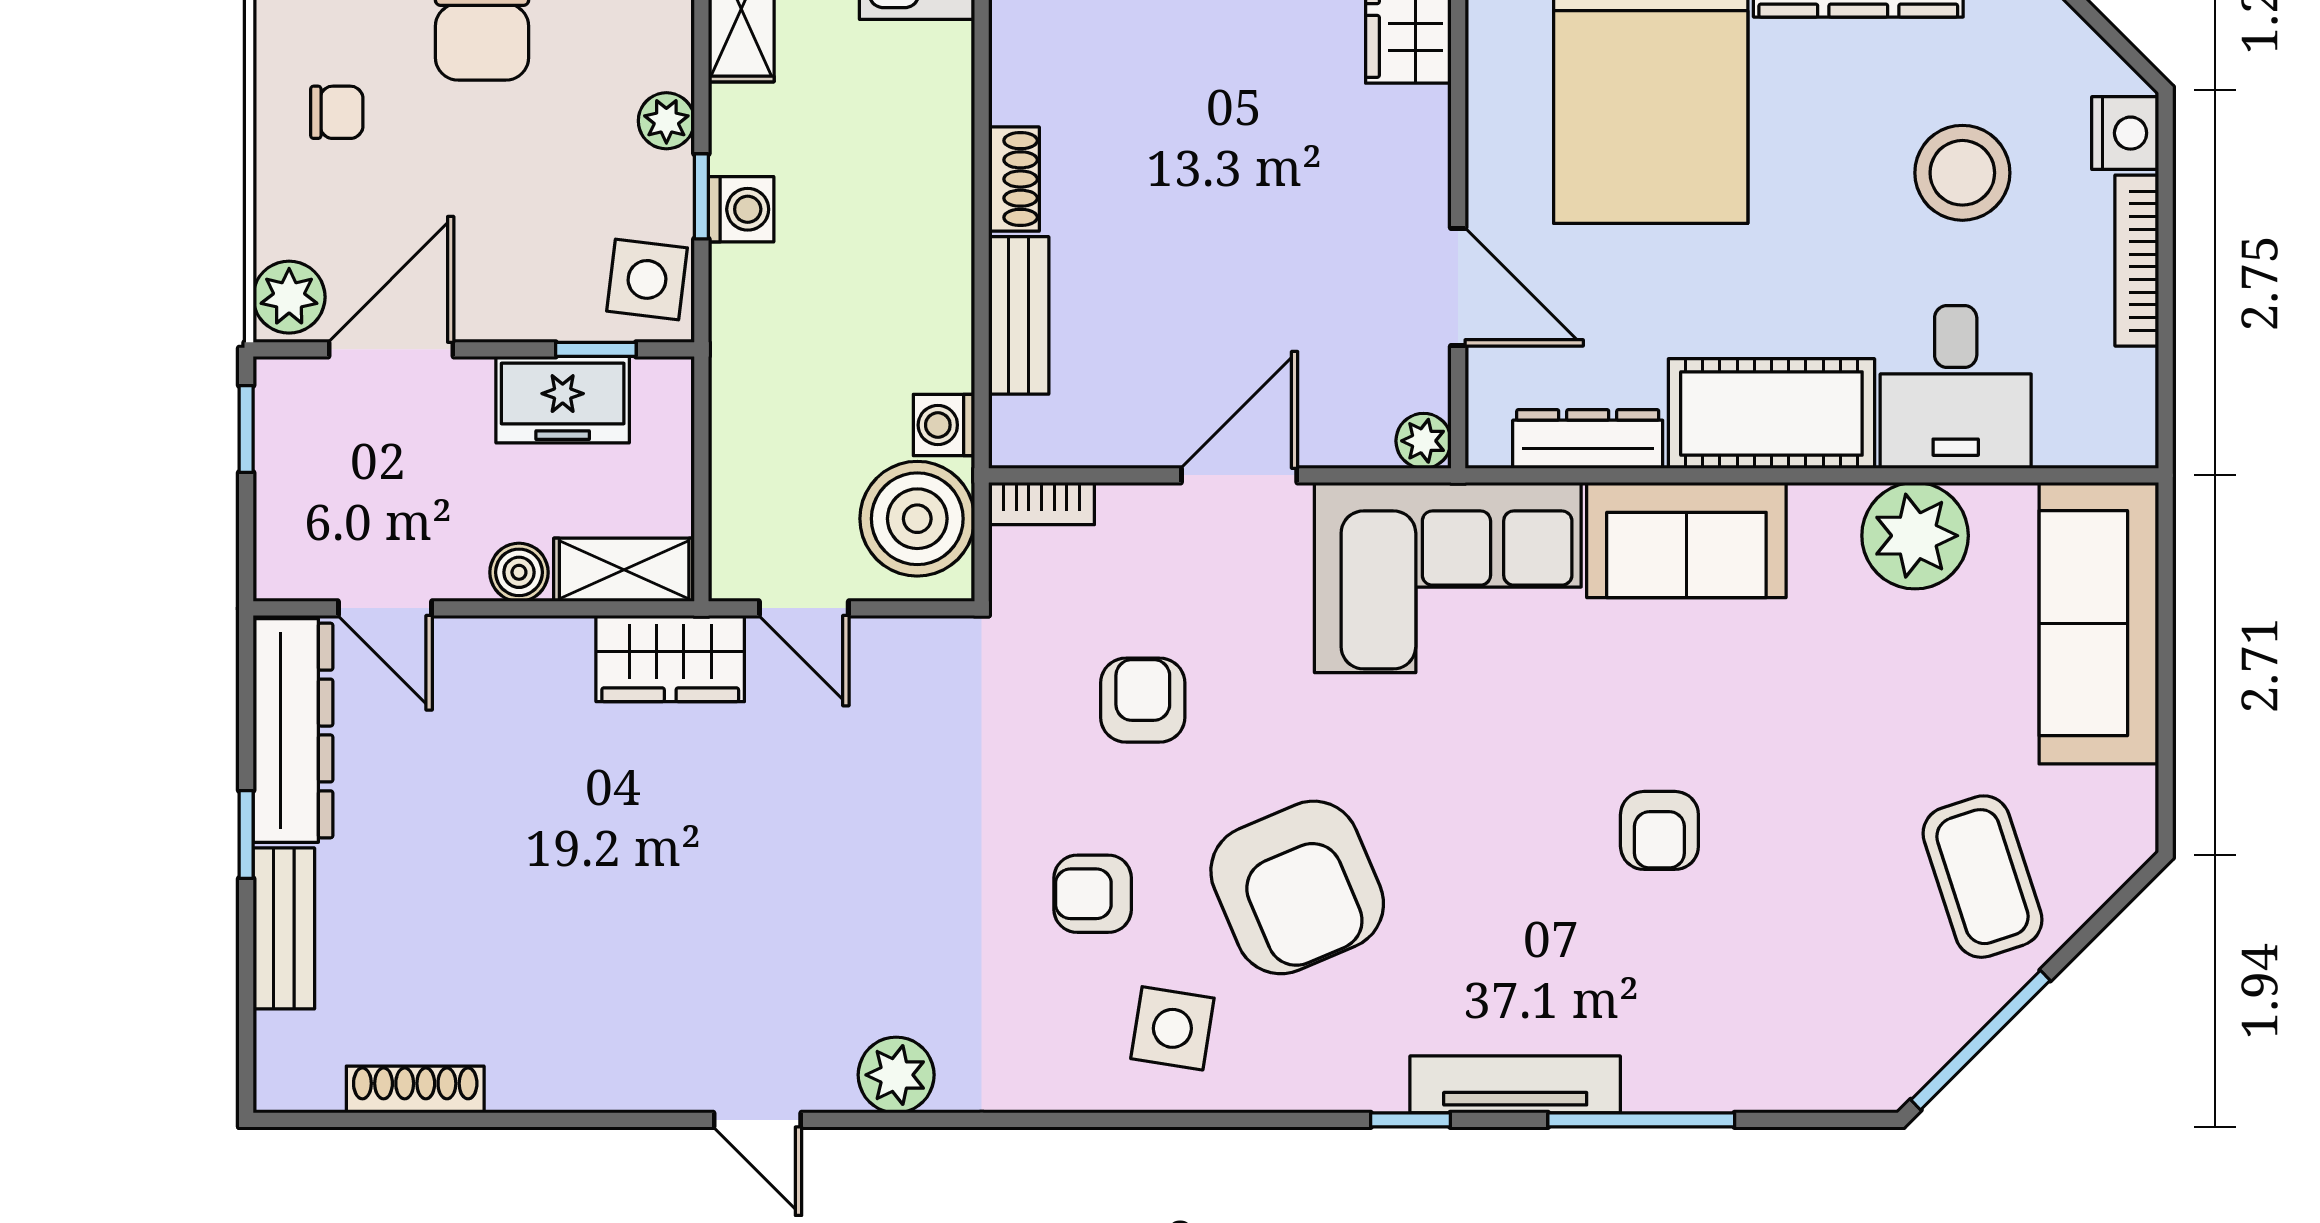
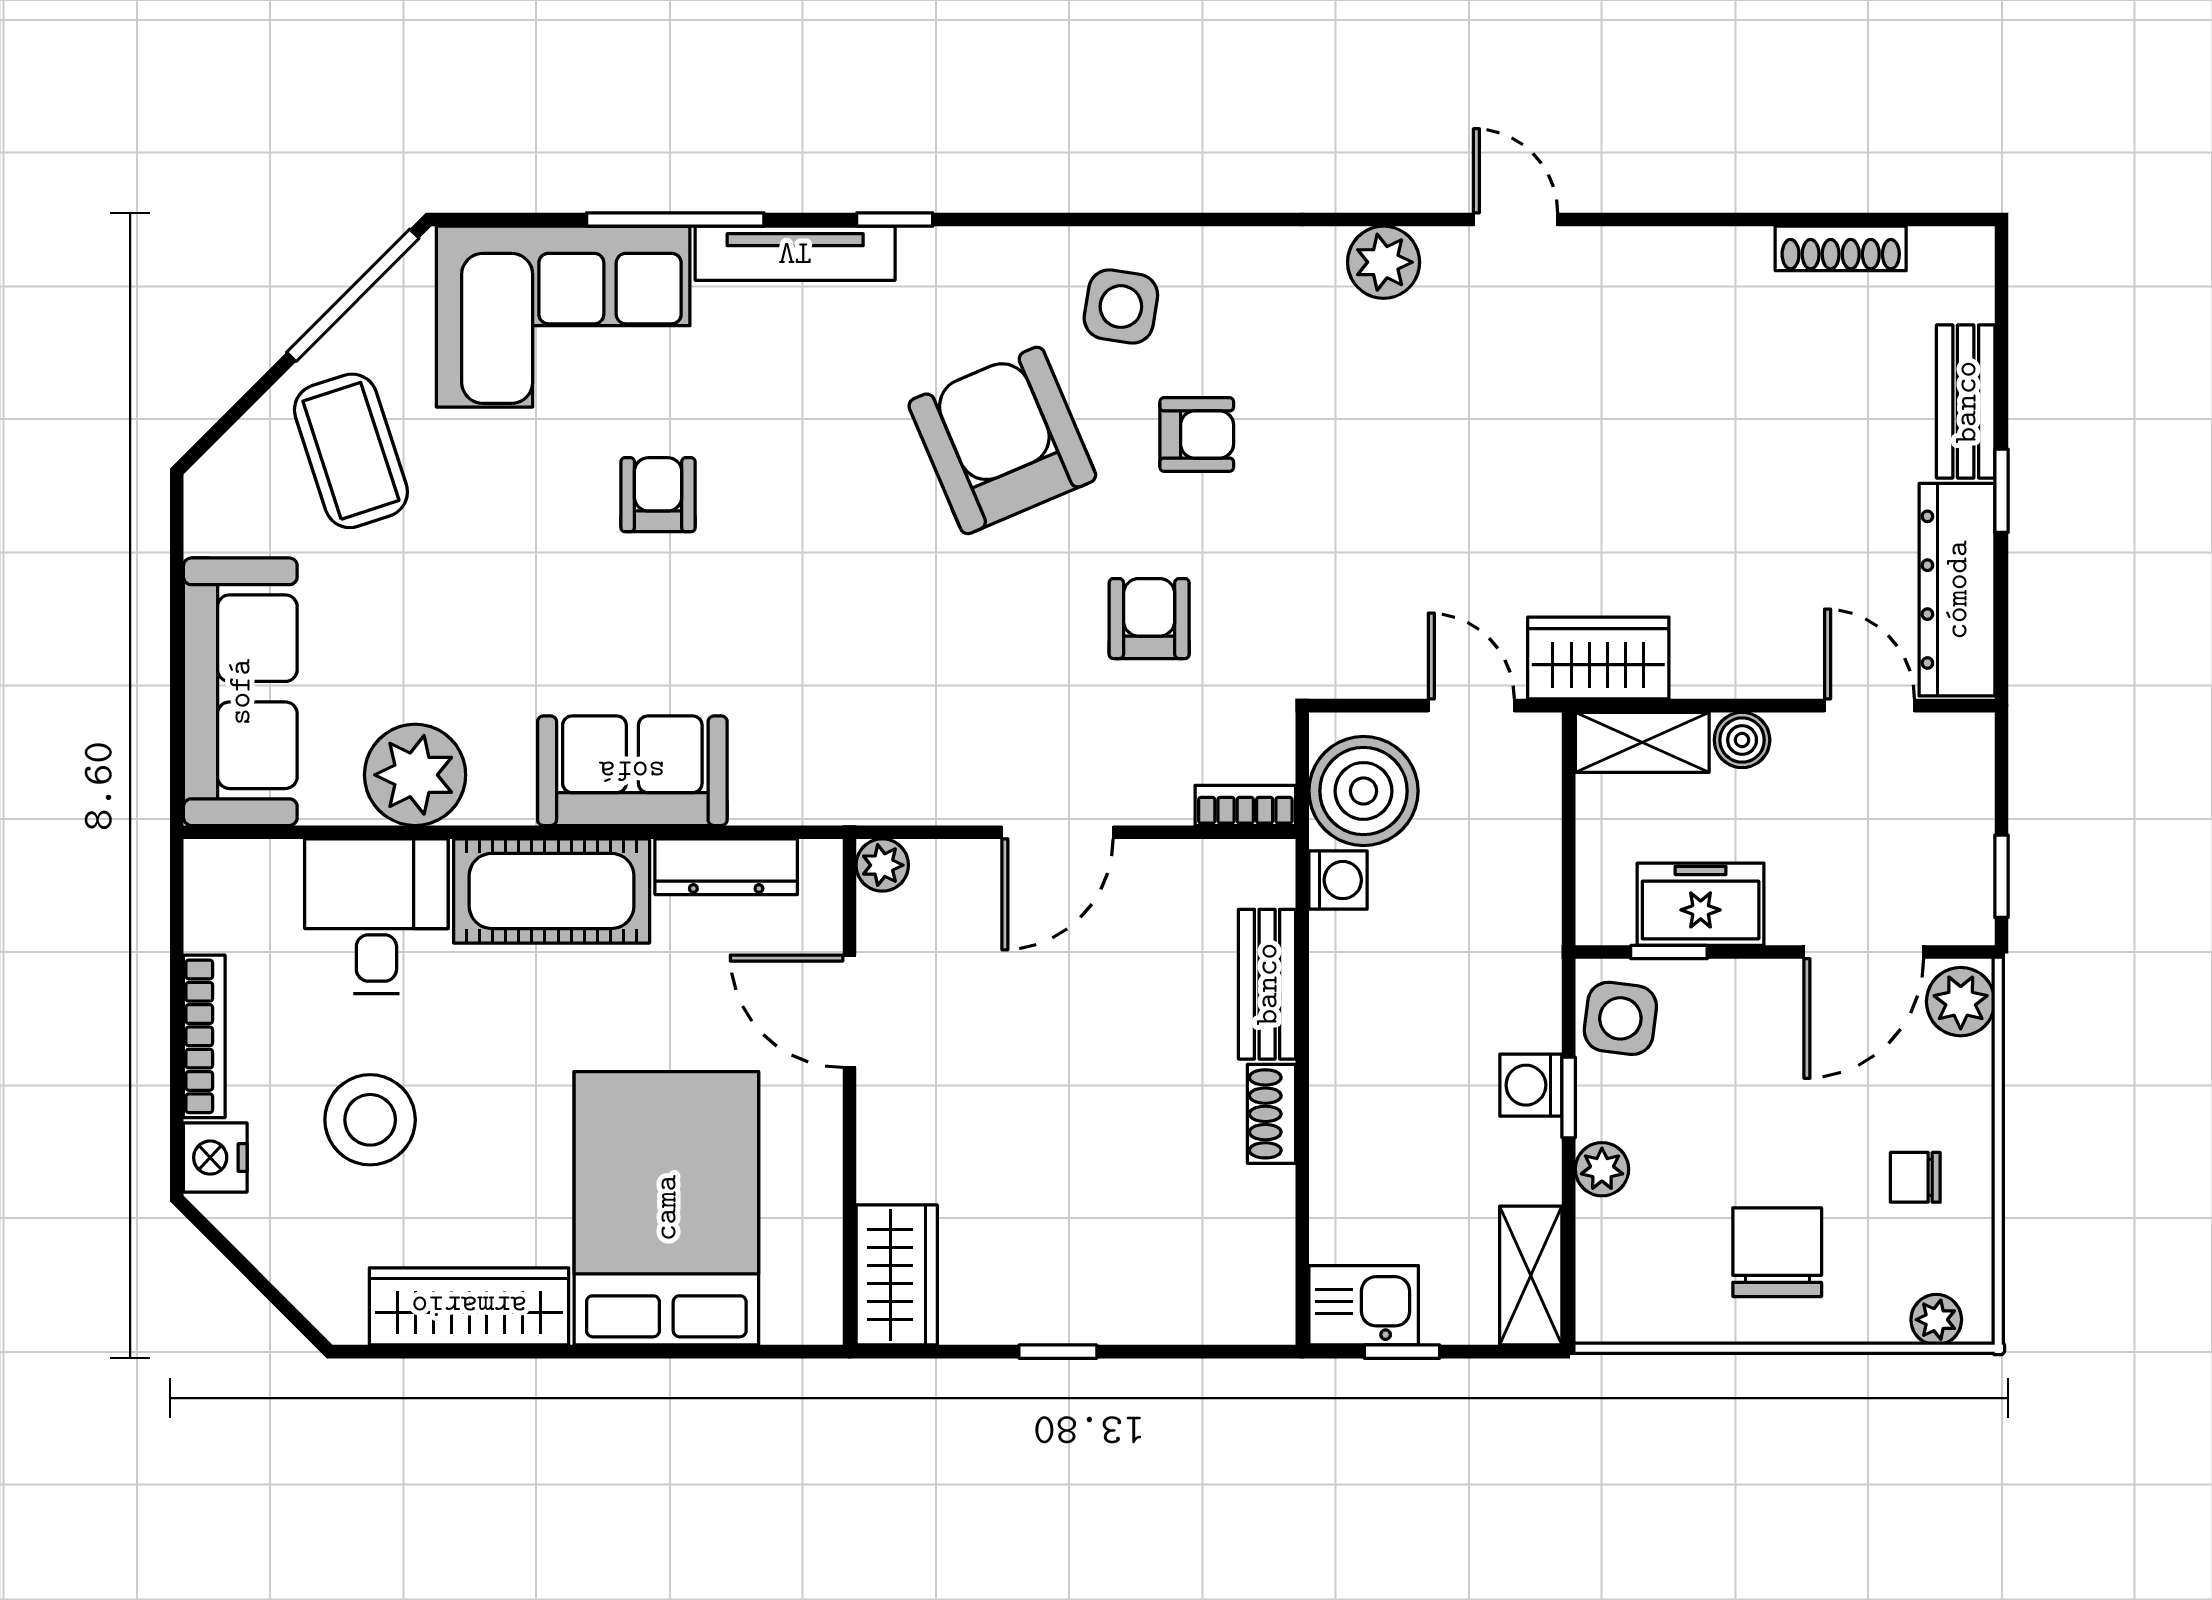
corner sofa: (1448, 578) -> (563, 317), moved, turned 180
armchair: (1143, 700) -> (1149, 619), turned 180

